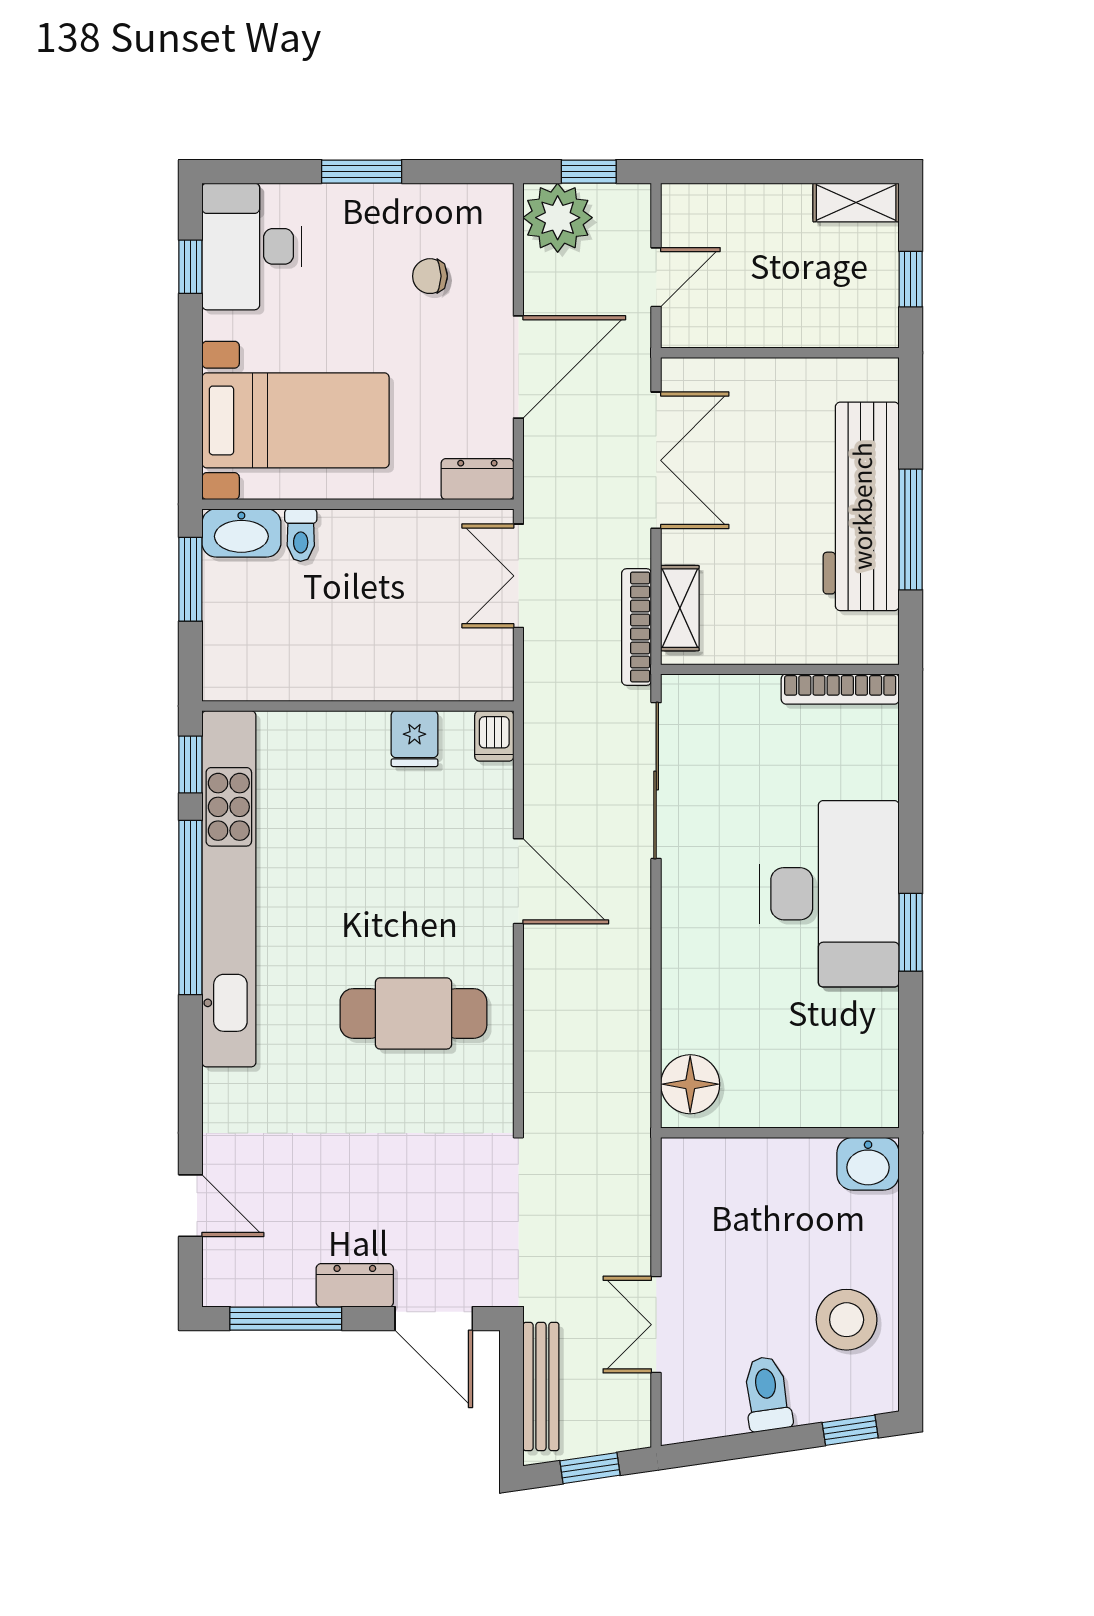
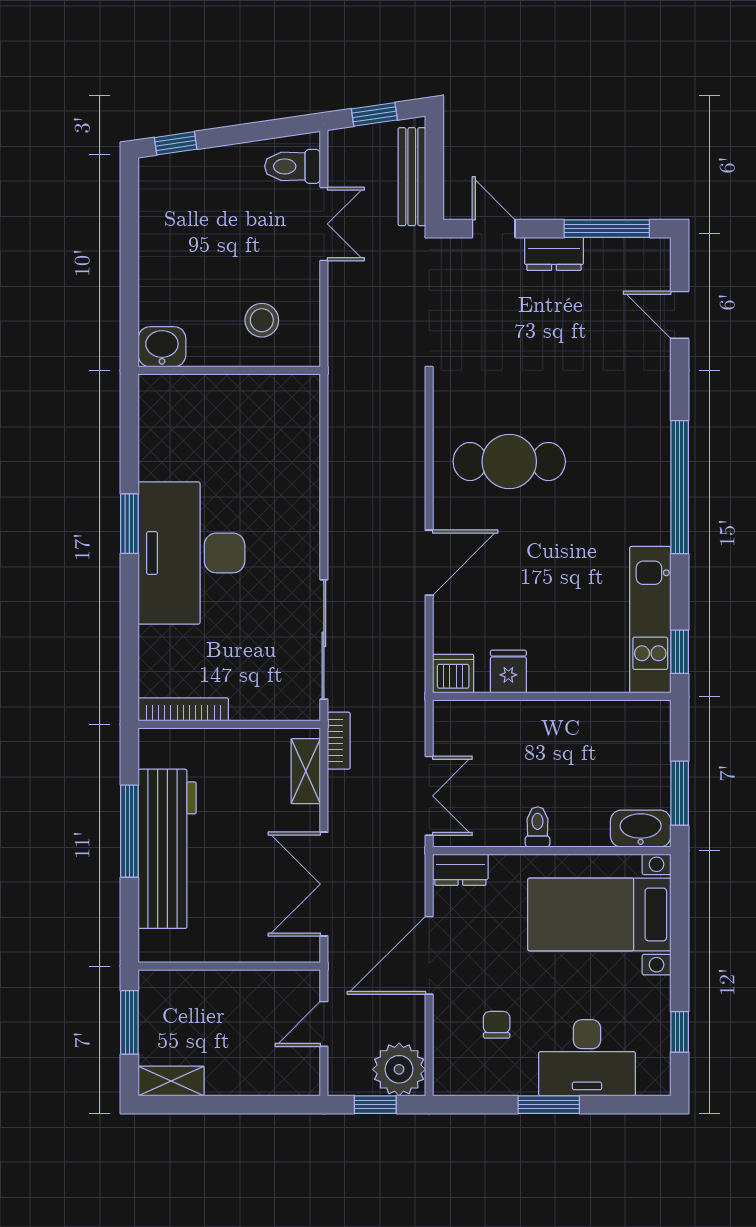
desk: (252, 246) -> (587, 1058), moved, turned 90
chair: (430, 276) -> (497, 1025), turned -90
window: (911, 279) -> (129, 1022), width x1.50
toilet: (301, 535) -> (538, 827), moved
bookcase: (637, 627) -> (339, 741), width x0.64
dishwasher: (494, 736) -> (453, 674), width x1.38
door: (518, 881) -> (429, 563), swing flipped
kitchen unit: (229, 889) -> (650, 620), width x0.54
window: (190, 908) -> (680, 487), moved
floor lamp: (690, 1084) -> (298, 407), removed
door: (434, 1319) -> (494, 229), width x0.73
stool: (847, 1320) -> (262, 320), moved, width x0.73, depth x0.73
toilet: (767, 1394) -> (292, 166), moved, turned 98

